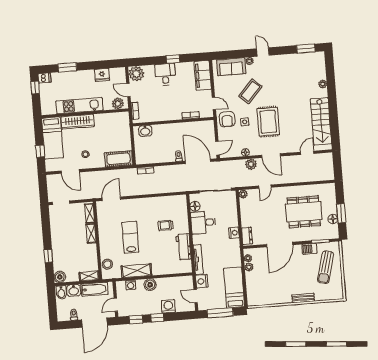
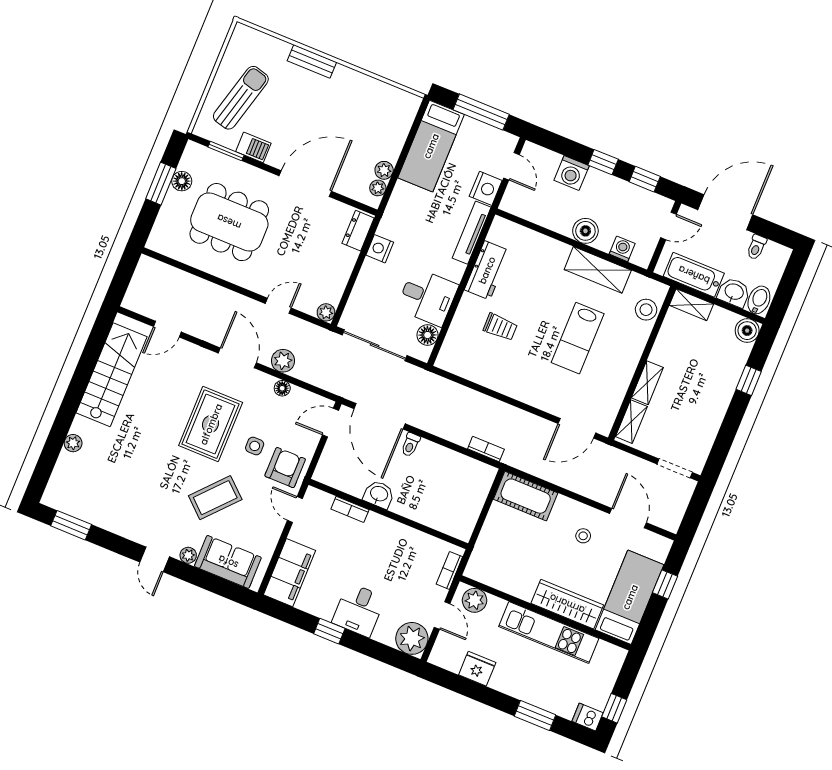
washbasin: (145, 131) -> (379, 494), moved

